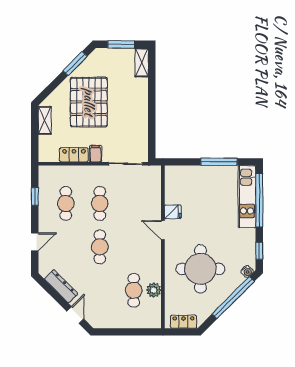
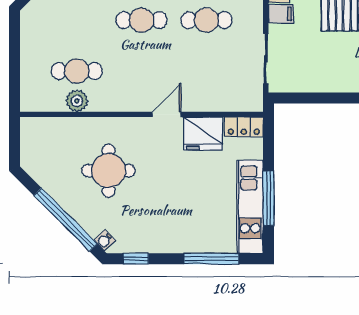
kitchen unit: (247, 197) -> (250, 207), moved, turned -90
window: (259, 200) -> (211, 259), width x0.68
fridge: (173, 212) -> (203, 134), width x1.88, depth x1.34
round table: (200, 269) -> (109, 171), width x0.73, depth x0.73
locker: (184, 322) -> (244, 127), moved, turned 90

